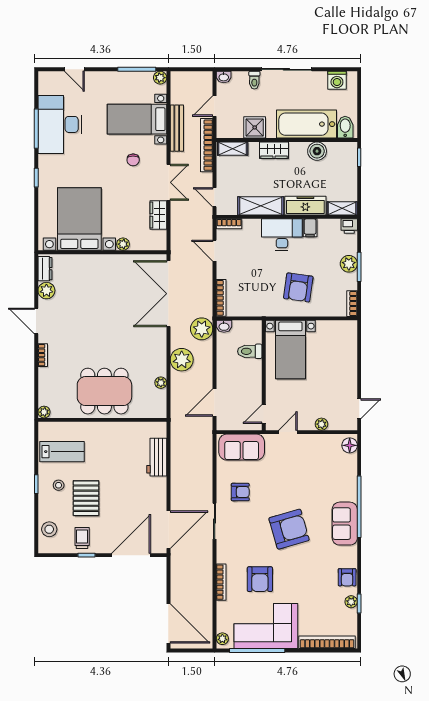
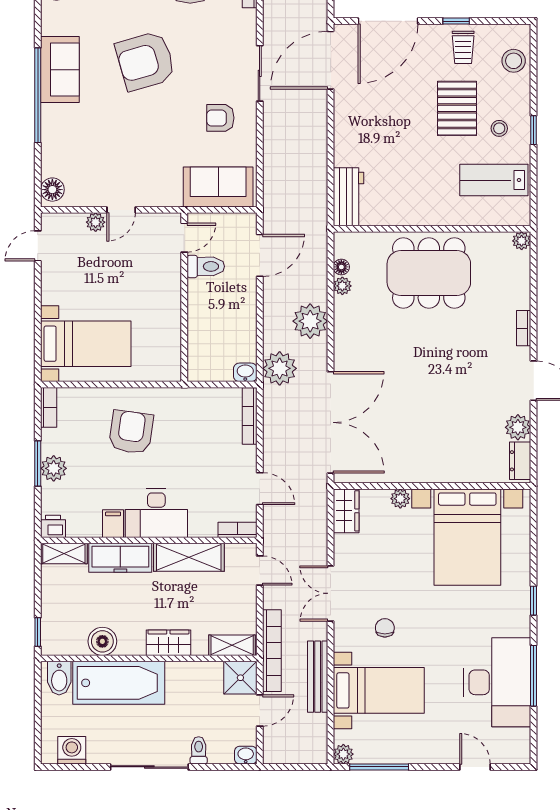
shower: (255, 127) -> (240, 678), moved
wardrobe: (158, 215) -> (346, 511), moved
bed with nightstands: (290, 350) -> (86, 344), moved, turned 90
toilet: (250, 351) -> (206, 266), moved
floor lamp: (161, 395) -> (341, 267), added
door: (288, 432) -> (121, 210), moved
workbench: (157, 457) -> (348, 197), moved

